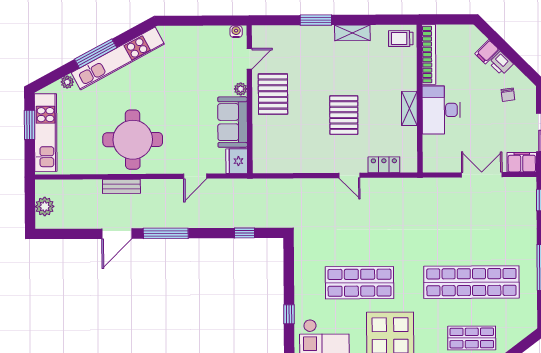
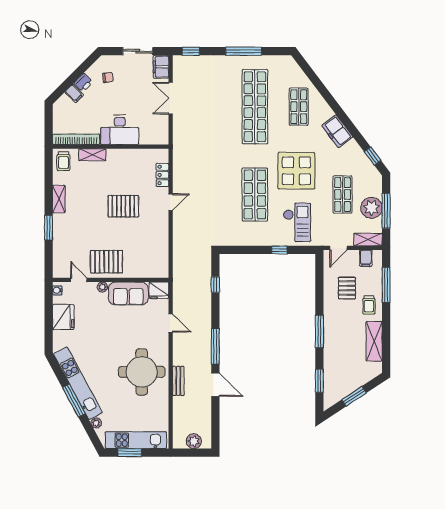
fridge: (202, 39) -> (63, 317), added
shelving: (409, 108) -> (92, 155), moved

